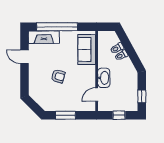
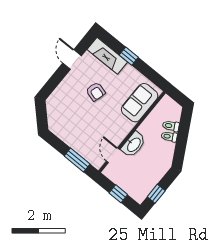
window: (57, 27) -> (129, 56), width x0.32
armchair: (58, 76) -> (96, 92), moved
door: (97, 95) -> (113, 155), hinge flipped
window: (65, 115) -> (77, 160), moved

